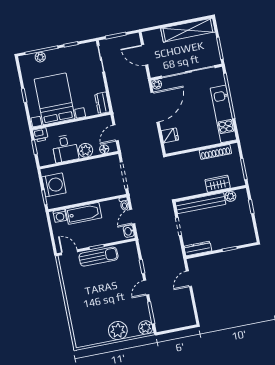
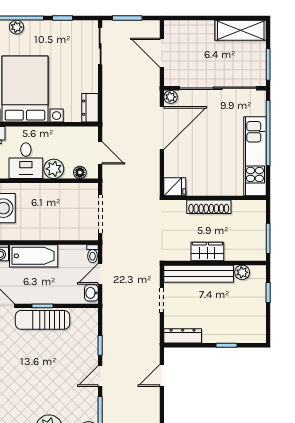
shelving: (188, 30) -> (241, 30), width x0.68
door: (116, 133) -> (100, 153), swing flipped
fridge: (170, 135) -> (175, 187), moved
shoe rack: (215, 152) -> (209, 207), moved
wardrobe: (218, 184) -> (207, 252), moved
sun lounger: (99, 257) -> (43, 320), turned 180

